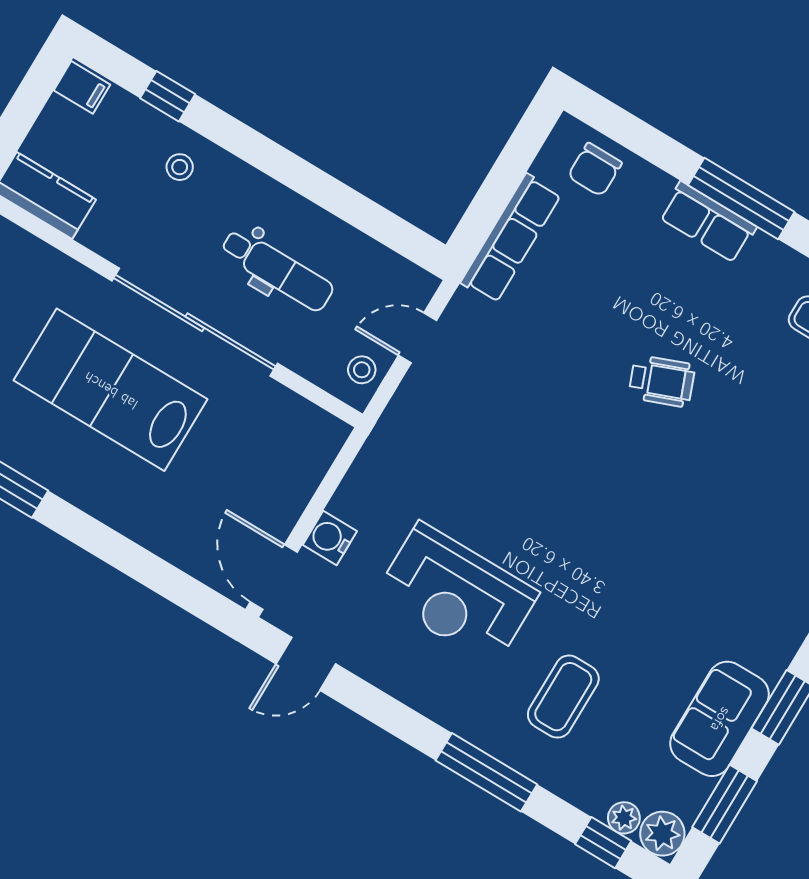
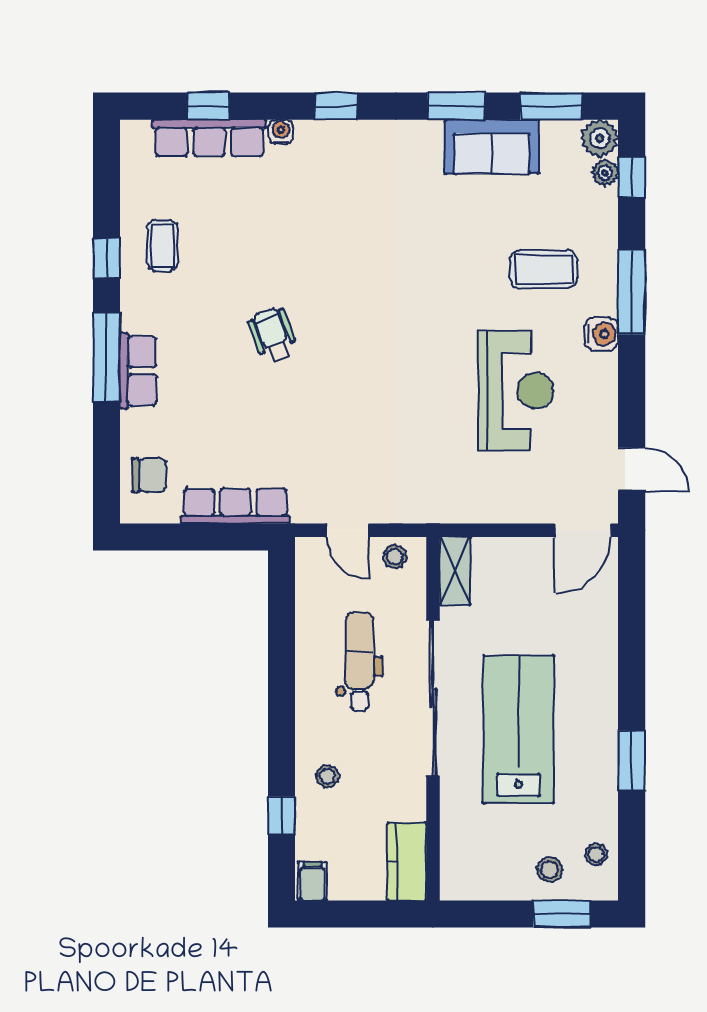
lab bench: (111, 390) -> (518, 729), turned 180
shelving: (311, 422) -> (455, 571), added
water cooler: (330, 538) -> (601, 334), moved, turned -90

